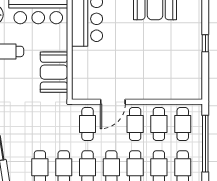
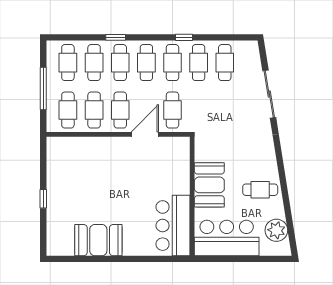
booth: (54, 72) -> (209, 185), moved
window: (205, 144) -> (43, 88), width x0.68

